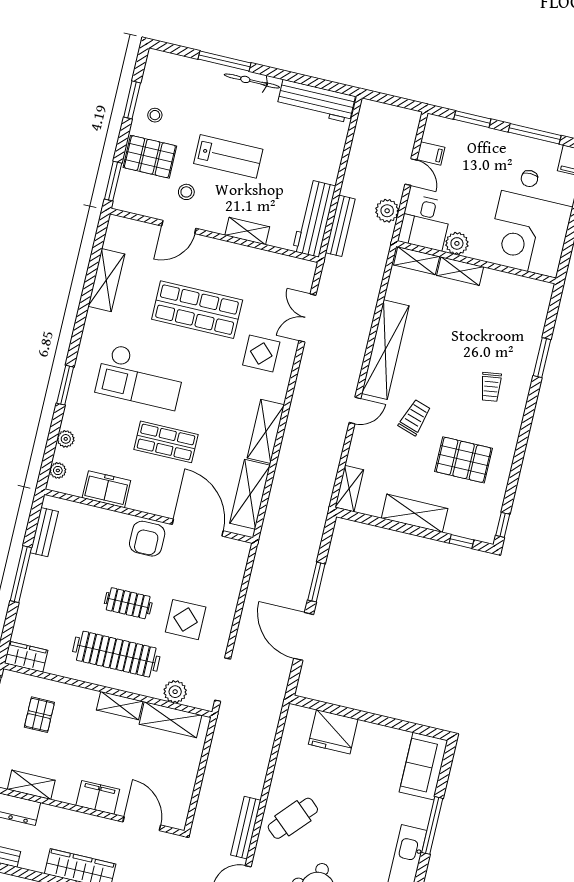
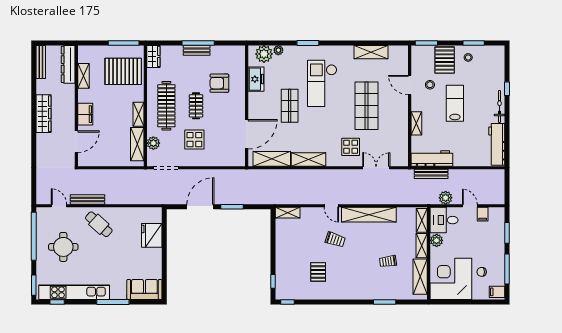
window: (224, 61) -> (507, 89), width x0.46
lab bench: (228, 156) -> (455, 103), turned 180
door: (411, 172) -> (470, 206), swing flipped
trolley: (491, 387) -> (388, 261), moved
pallet: (464, 460) -> (318, 272), width x0.67, depth x0.71
plant: (58, 470) -> (264, 54), width x1.88, depth x1.88
shelving: (415, 513) -> (420, 277), moved
bench: (44, 532) -> (197, 50), moved
armchair: (147, 539) -> (219, 83), moved
pallet: (39, 715) -> (123, 71), width x2.05, depth x2.00

